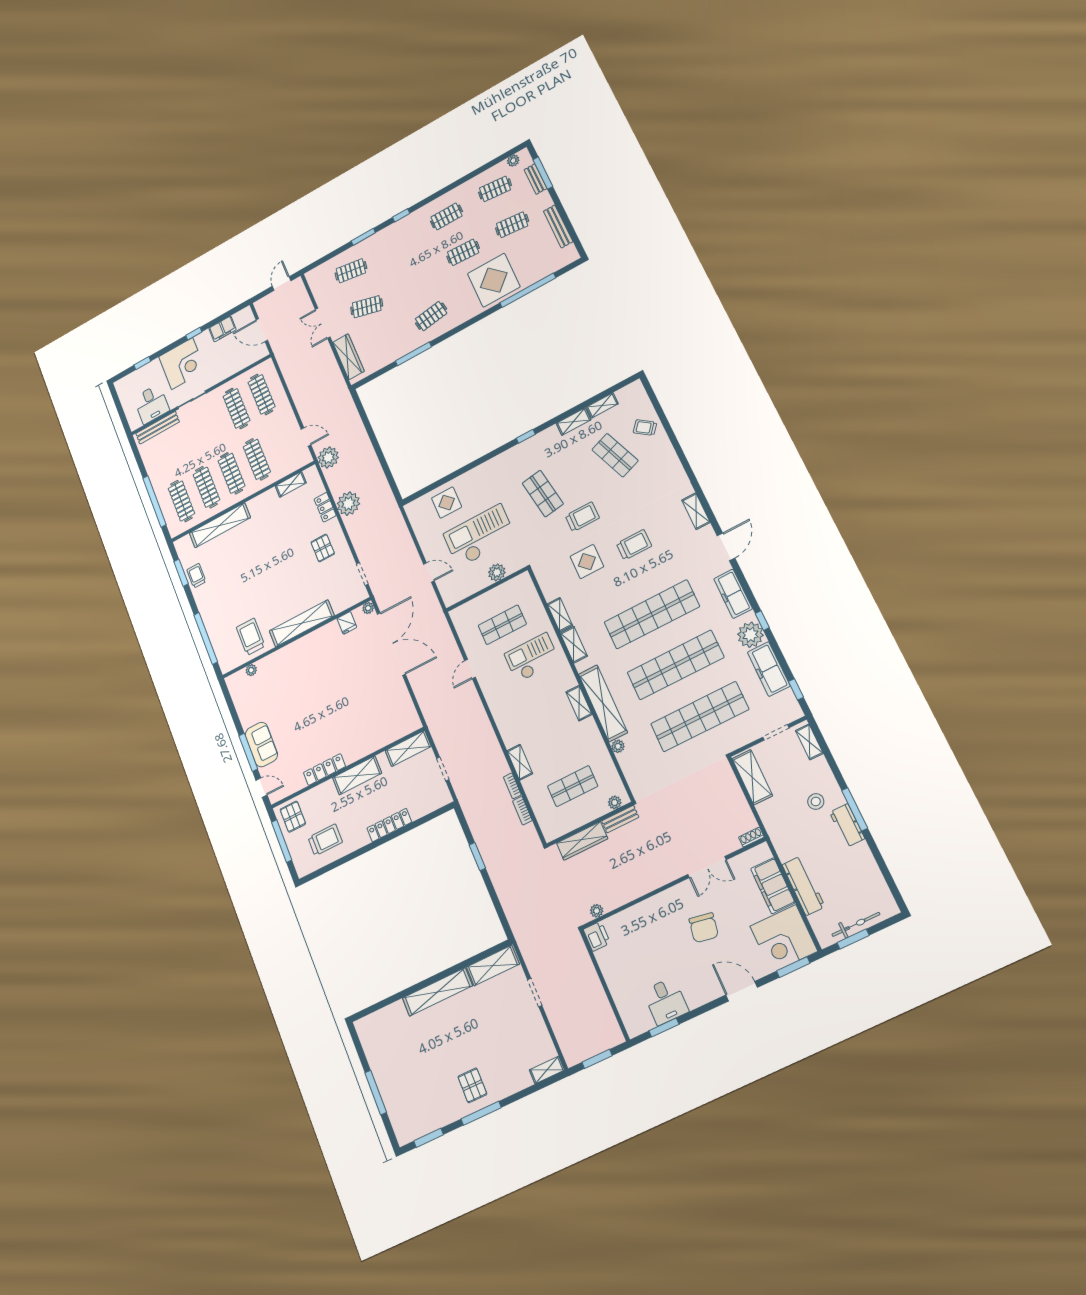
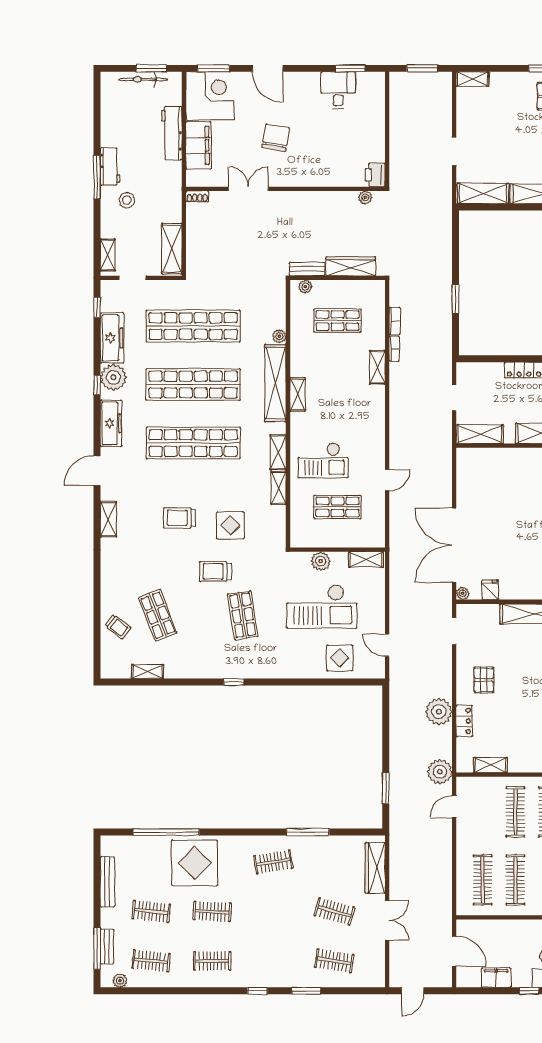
window: (366, 421) -> (386, 788), added
shelving: (573, 422) -> (366, 559), moved
door: (306, 437) -> (454, 807), hinge flipped
door: (429, 572) -> (387, 645), moved

